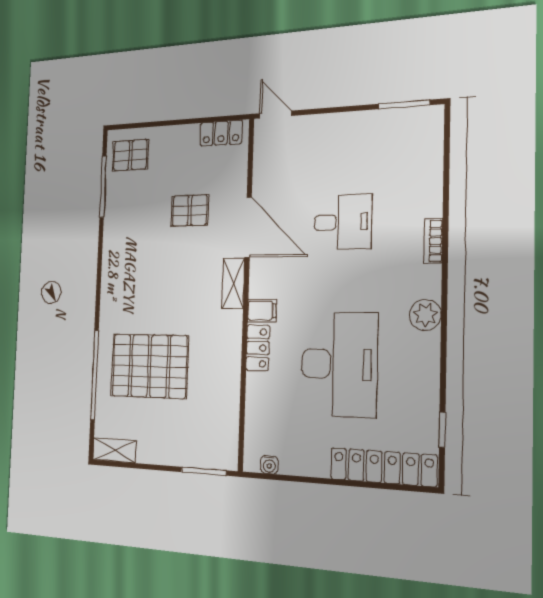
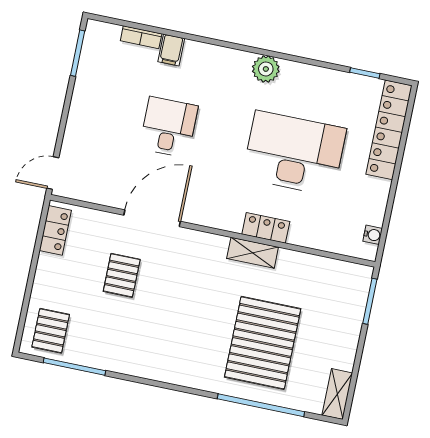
bookcase: (433, 241) -> (141, 37), moved
shelving: (233, 283) -> (253, 253), moved
filing cabinet: (262, 311) -> (171, 50), moved, turned 180

